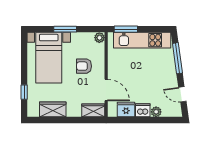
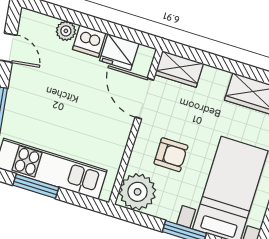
window: (126, 29) -> (36, 186), moved
plant: (99, 38) -> (138, 192), width x1.87, depth x1.87

